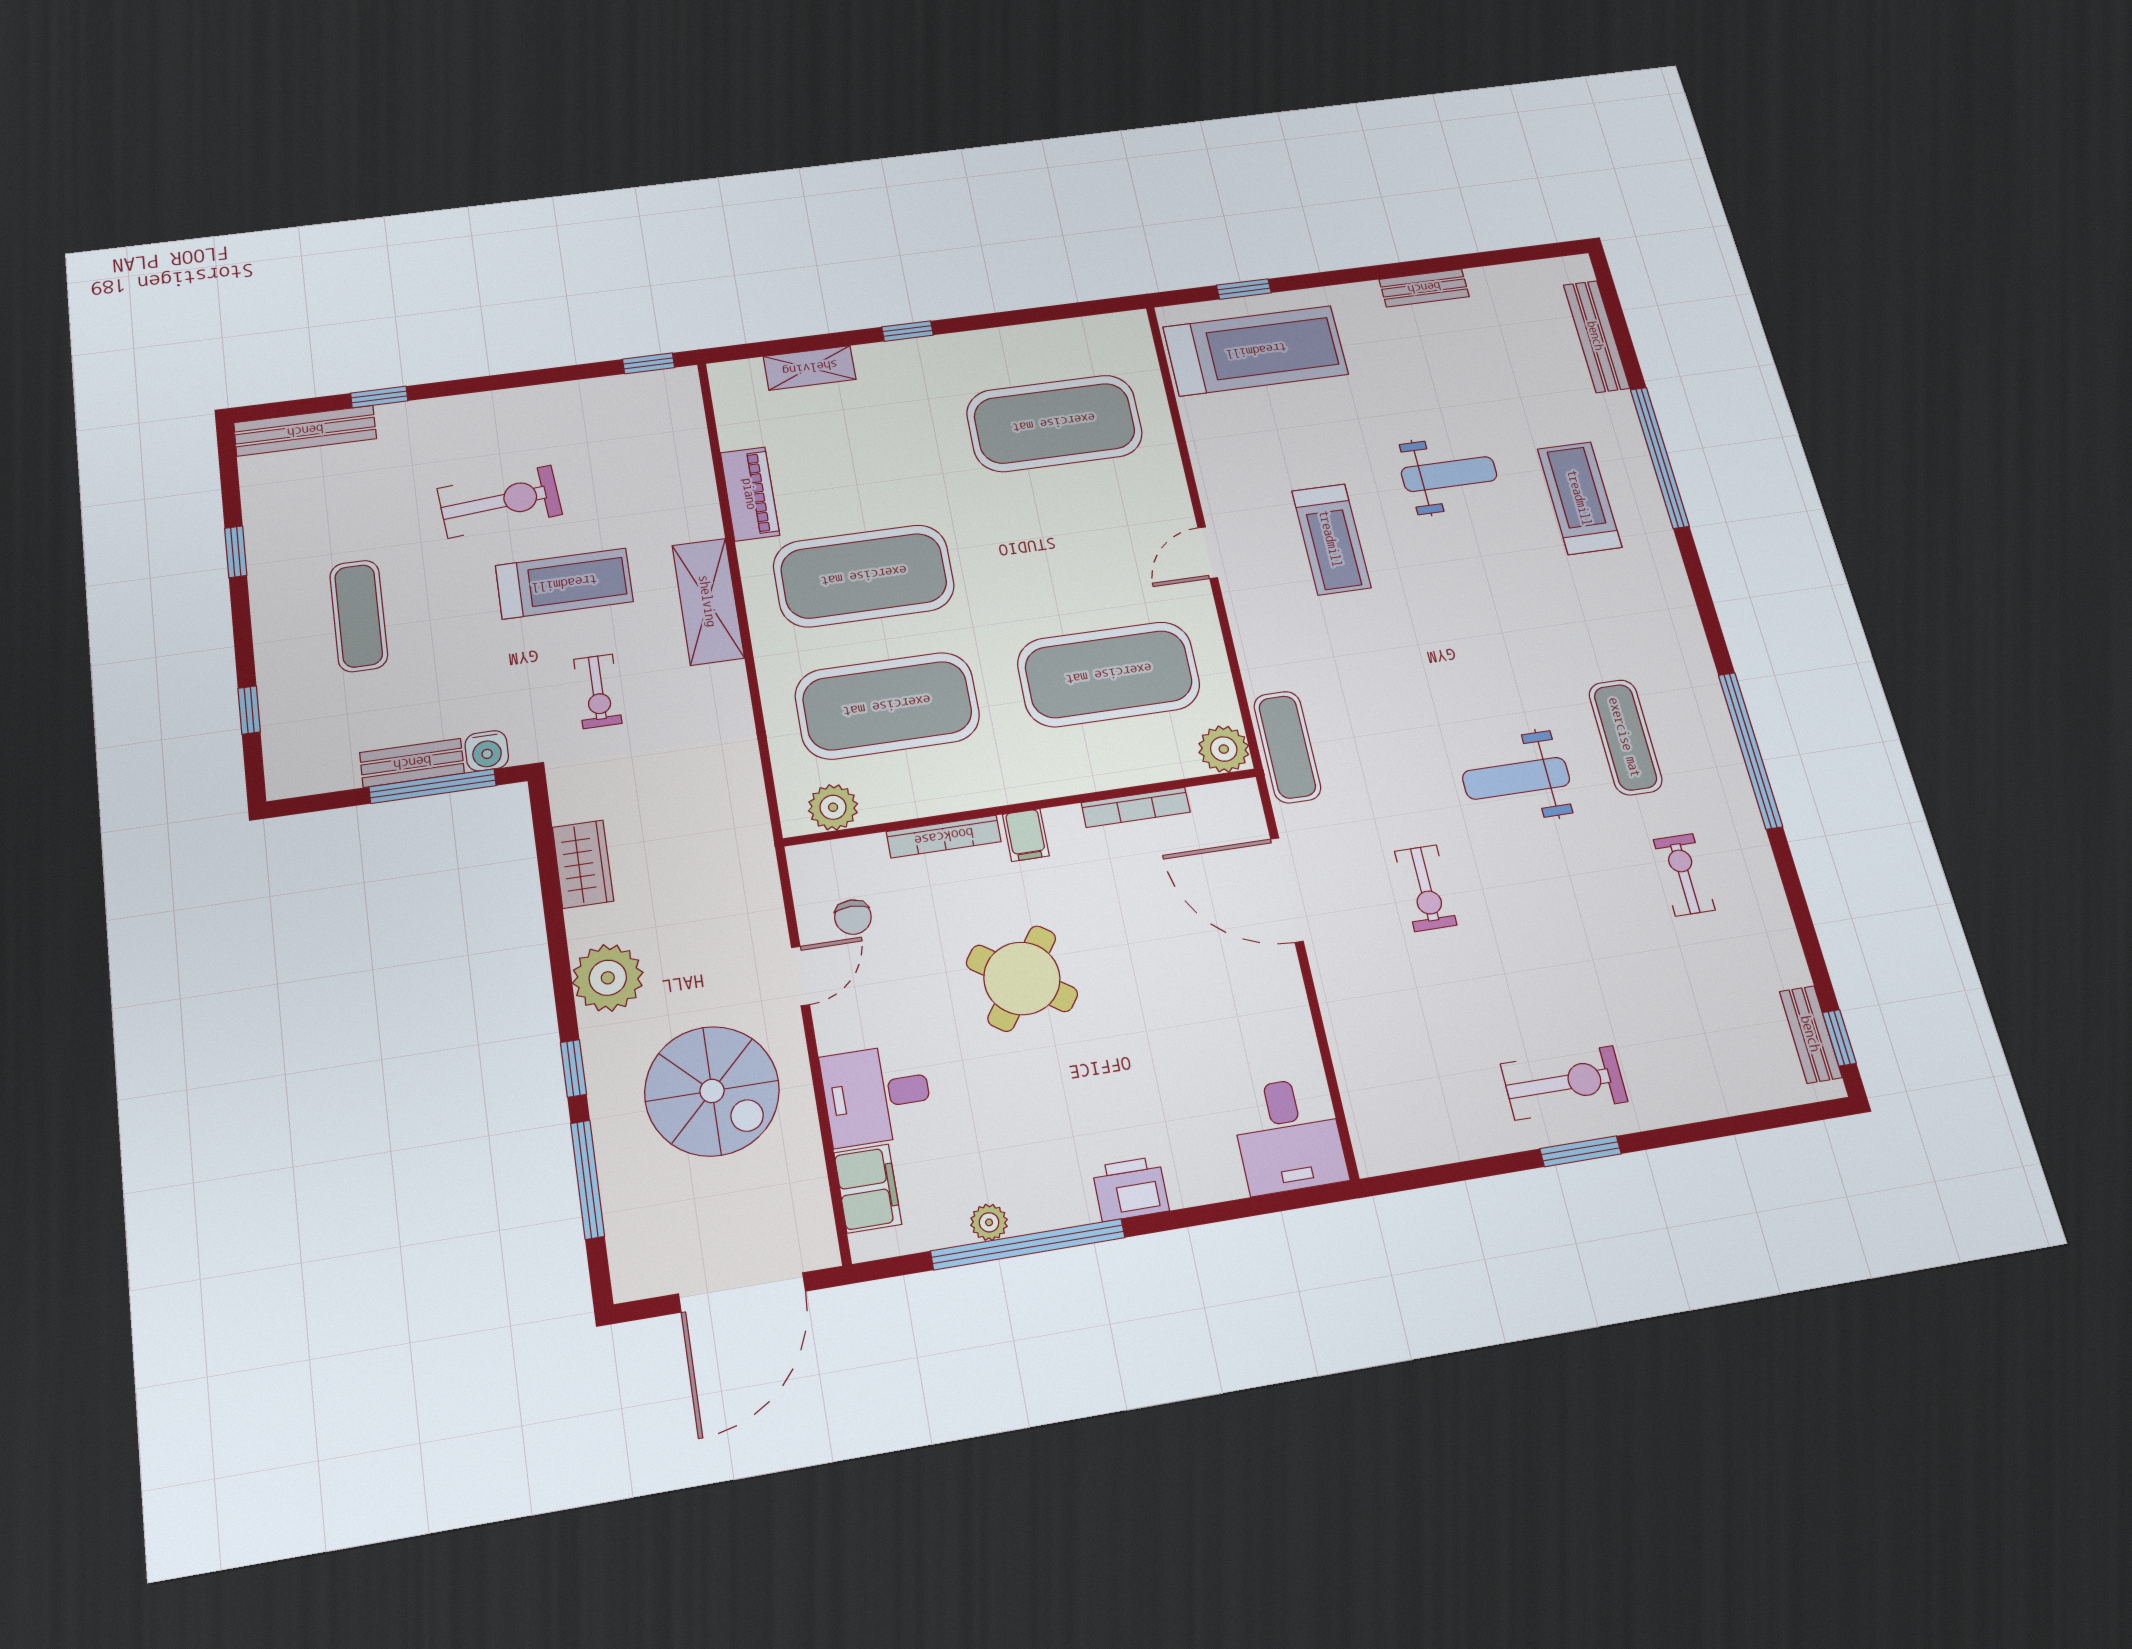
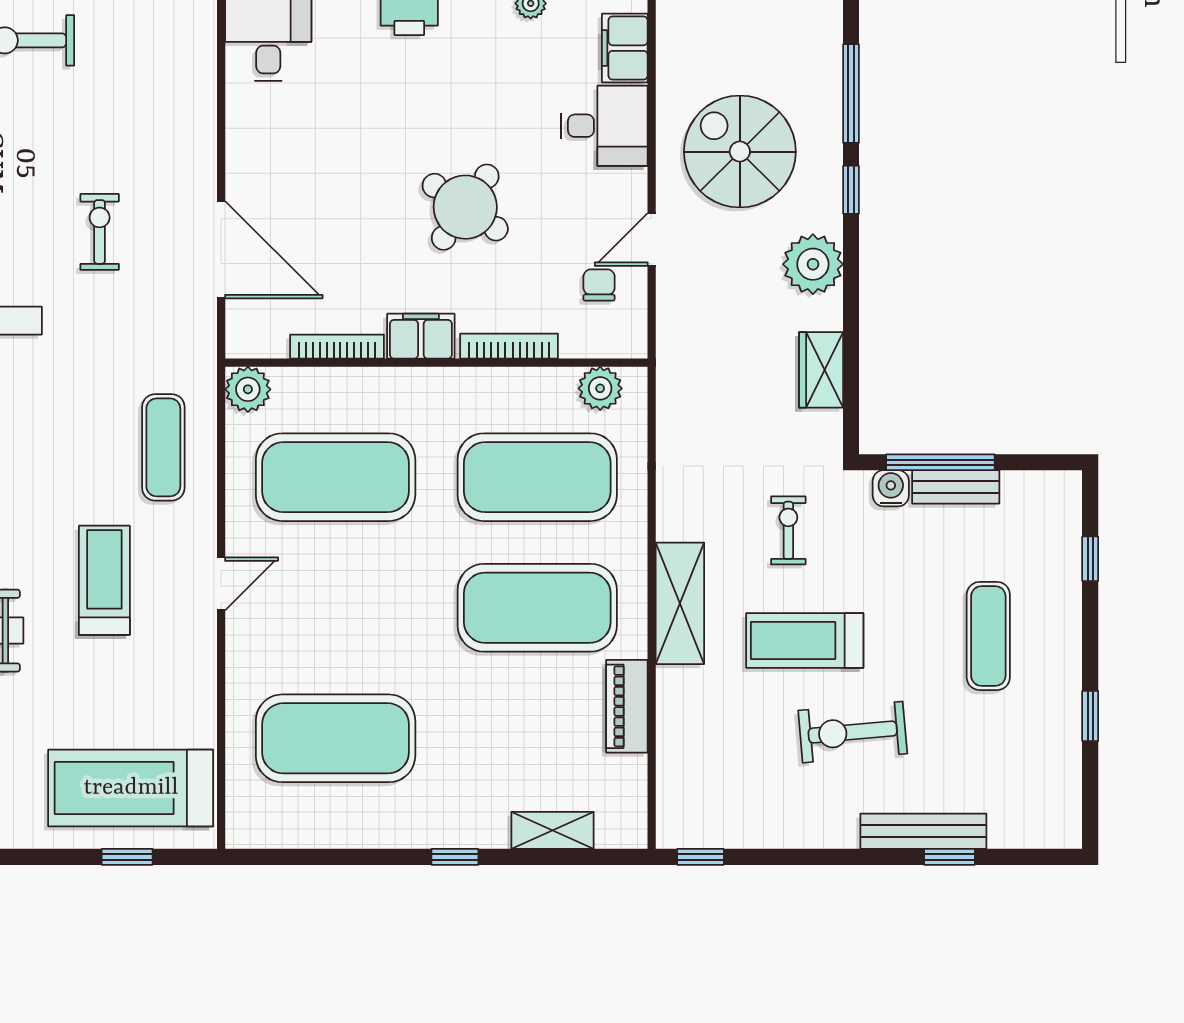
bench: (305, 431) -> (923, 831), moved
exercise mat: (1287, 747) -> (163, 447), moved
filing cabinet: (1026, 835) -> (421, 336), width x2.00

